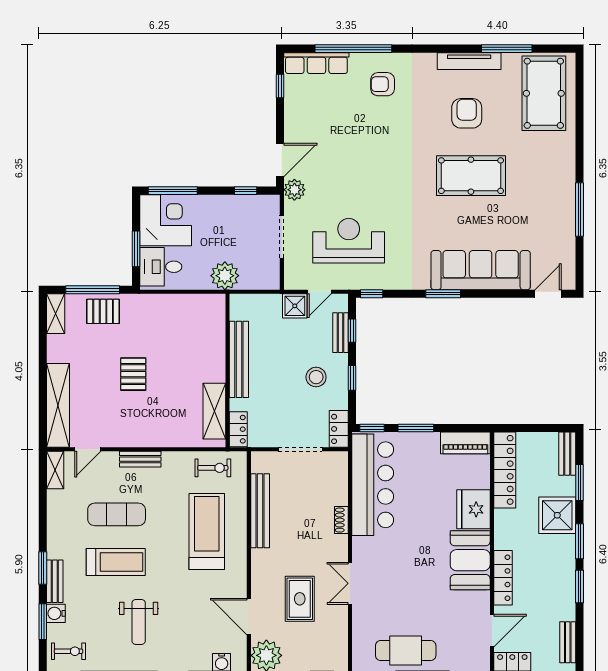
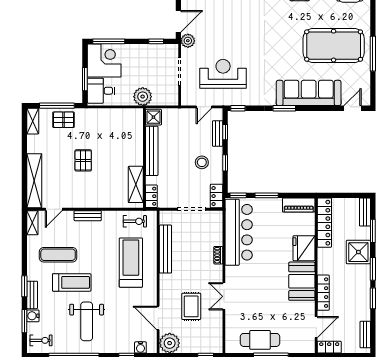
pool table: (471, 176) -> (334, 46), moved, width x1.36, depth x1.32
shower: (295, 306) -> (153, 117), moved
exercise mat: (117, 514) -> (58, 255), moved
weight bench: (139, 622) -> (87, 321), width x1.36, depth x1.33

